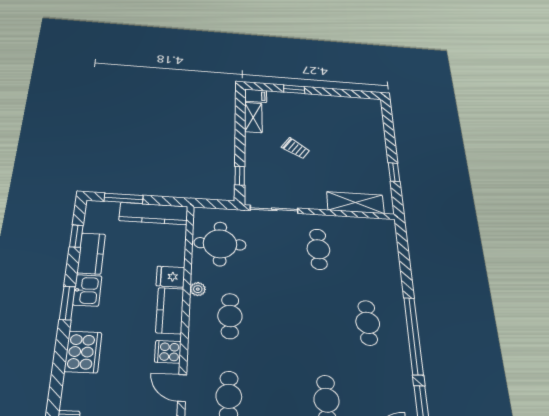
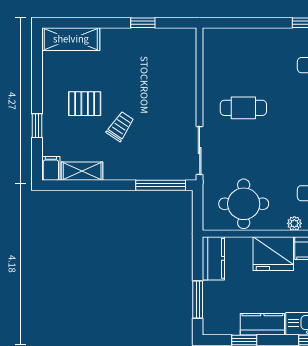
pallet: (315, 124) -> (85, 104), added
window: (240, 176) -> (161, 185), width x2.17
shelving: (355, 203) -> (71, 39), moved, turned 90
kitchen counter: (154, 214) -> (213, 258), width x0.67
fridge: (171, 277) -> (273, 254), width x1.88, depth x1.34

